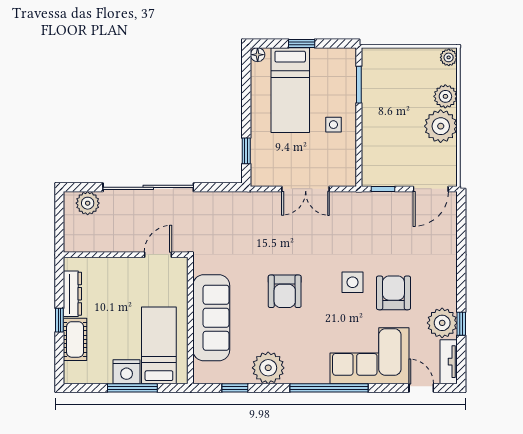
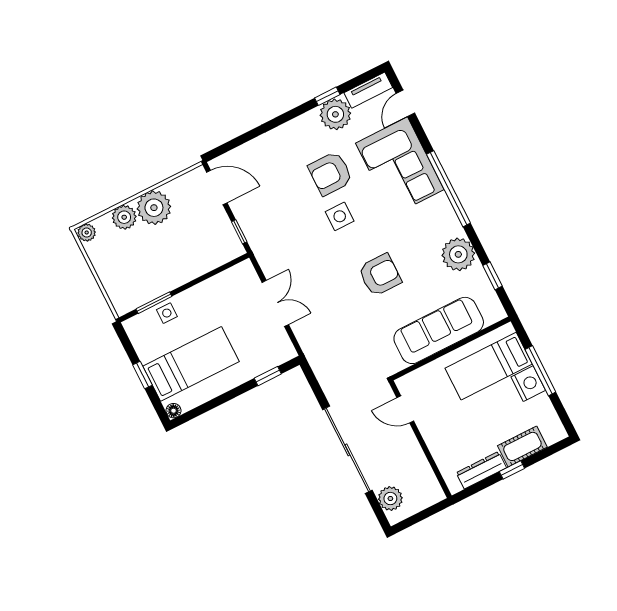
side table: (333, 125) -> (167, 313), moved

